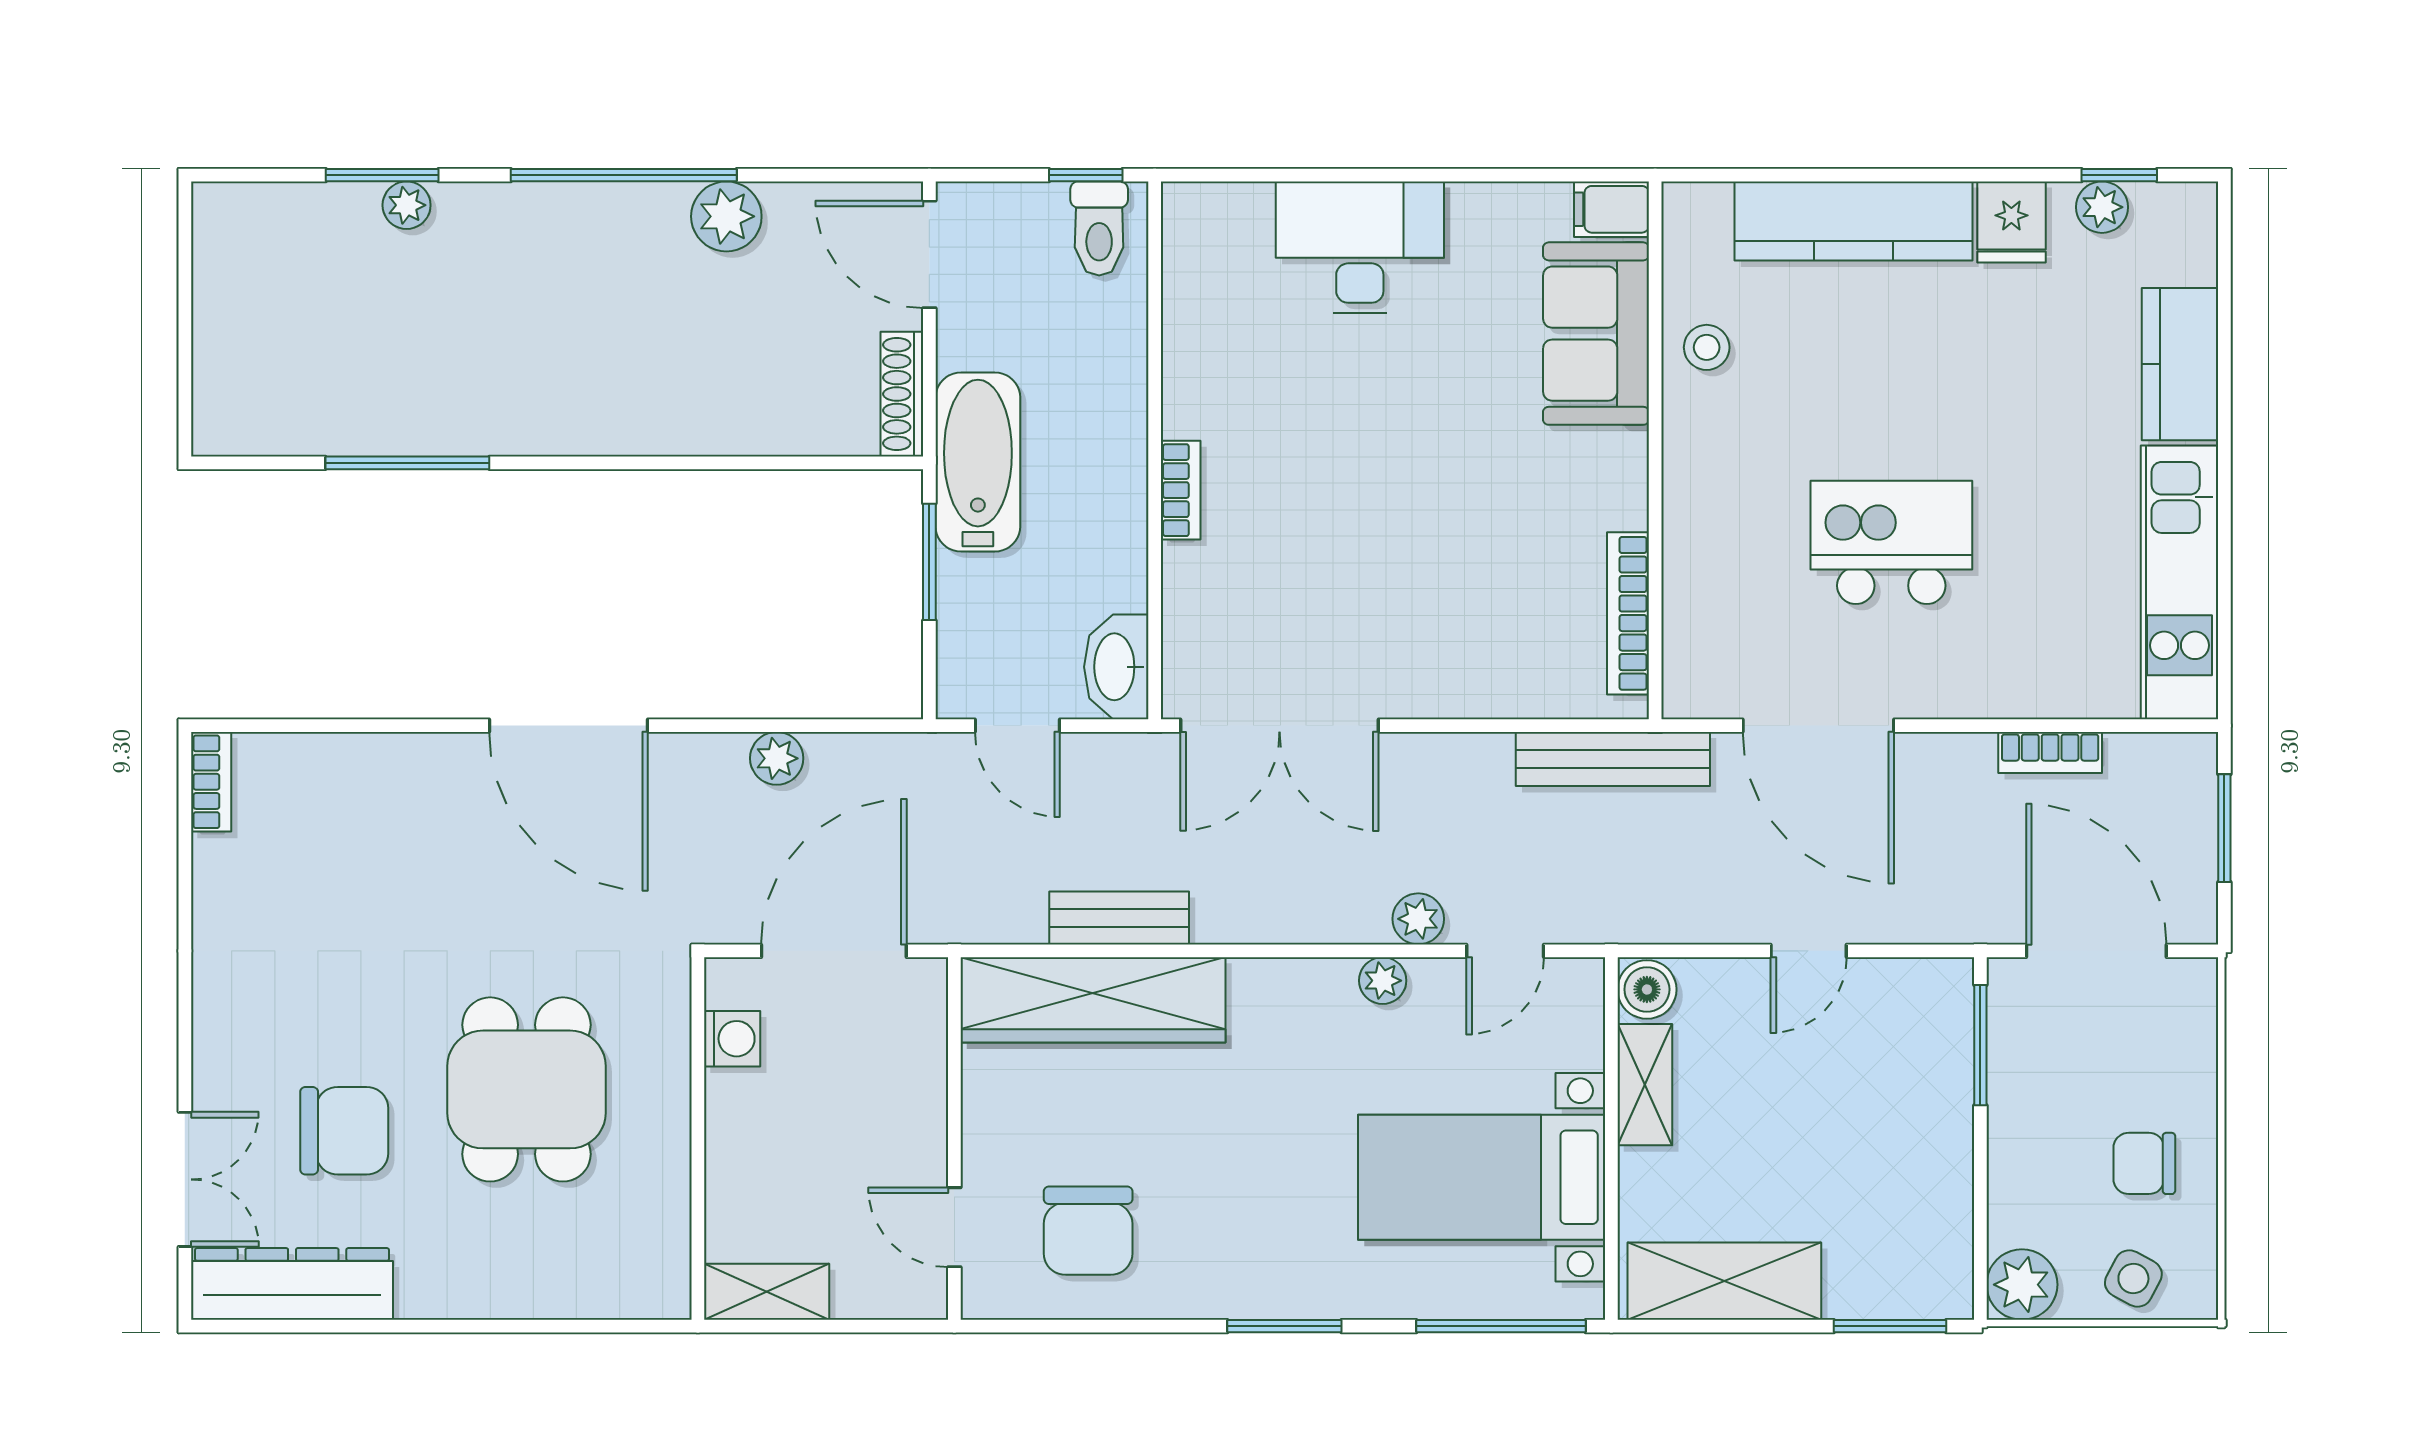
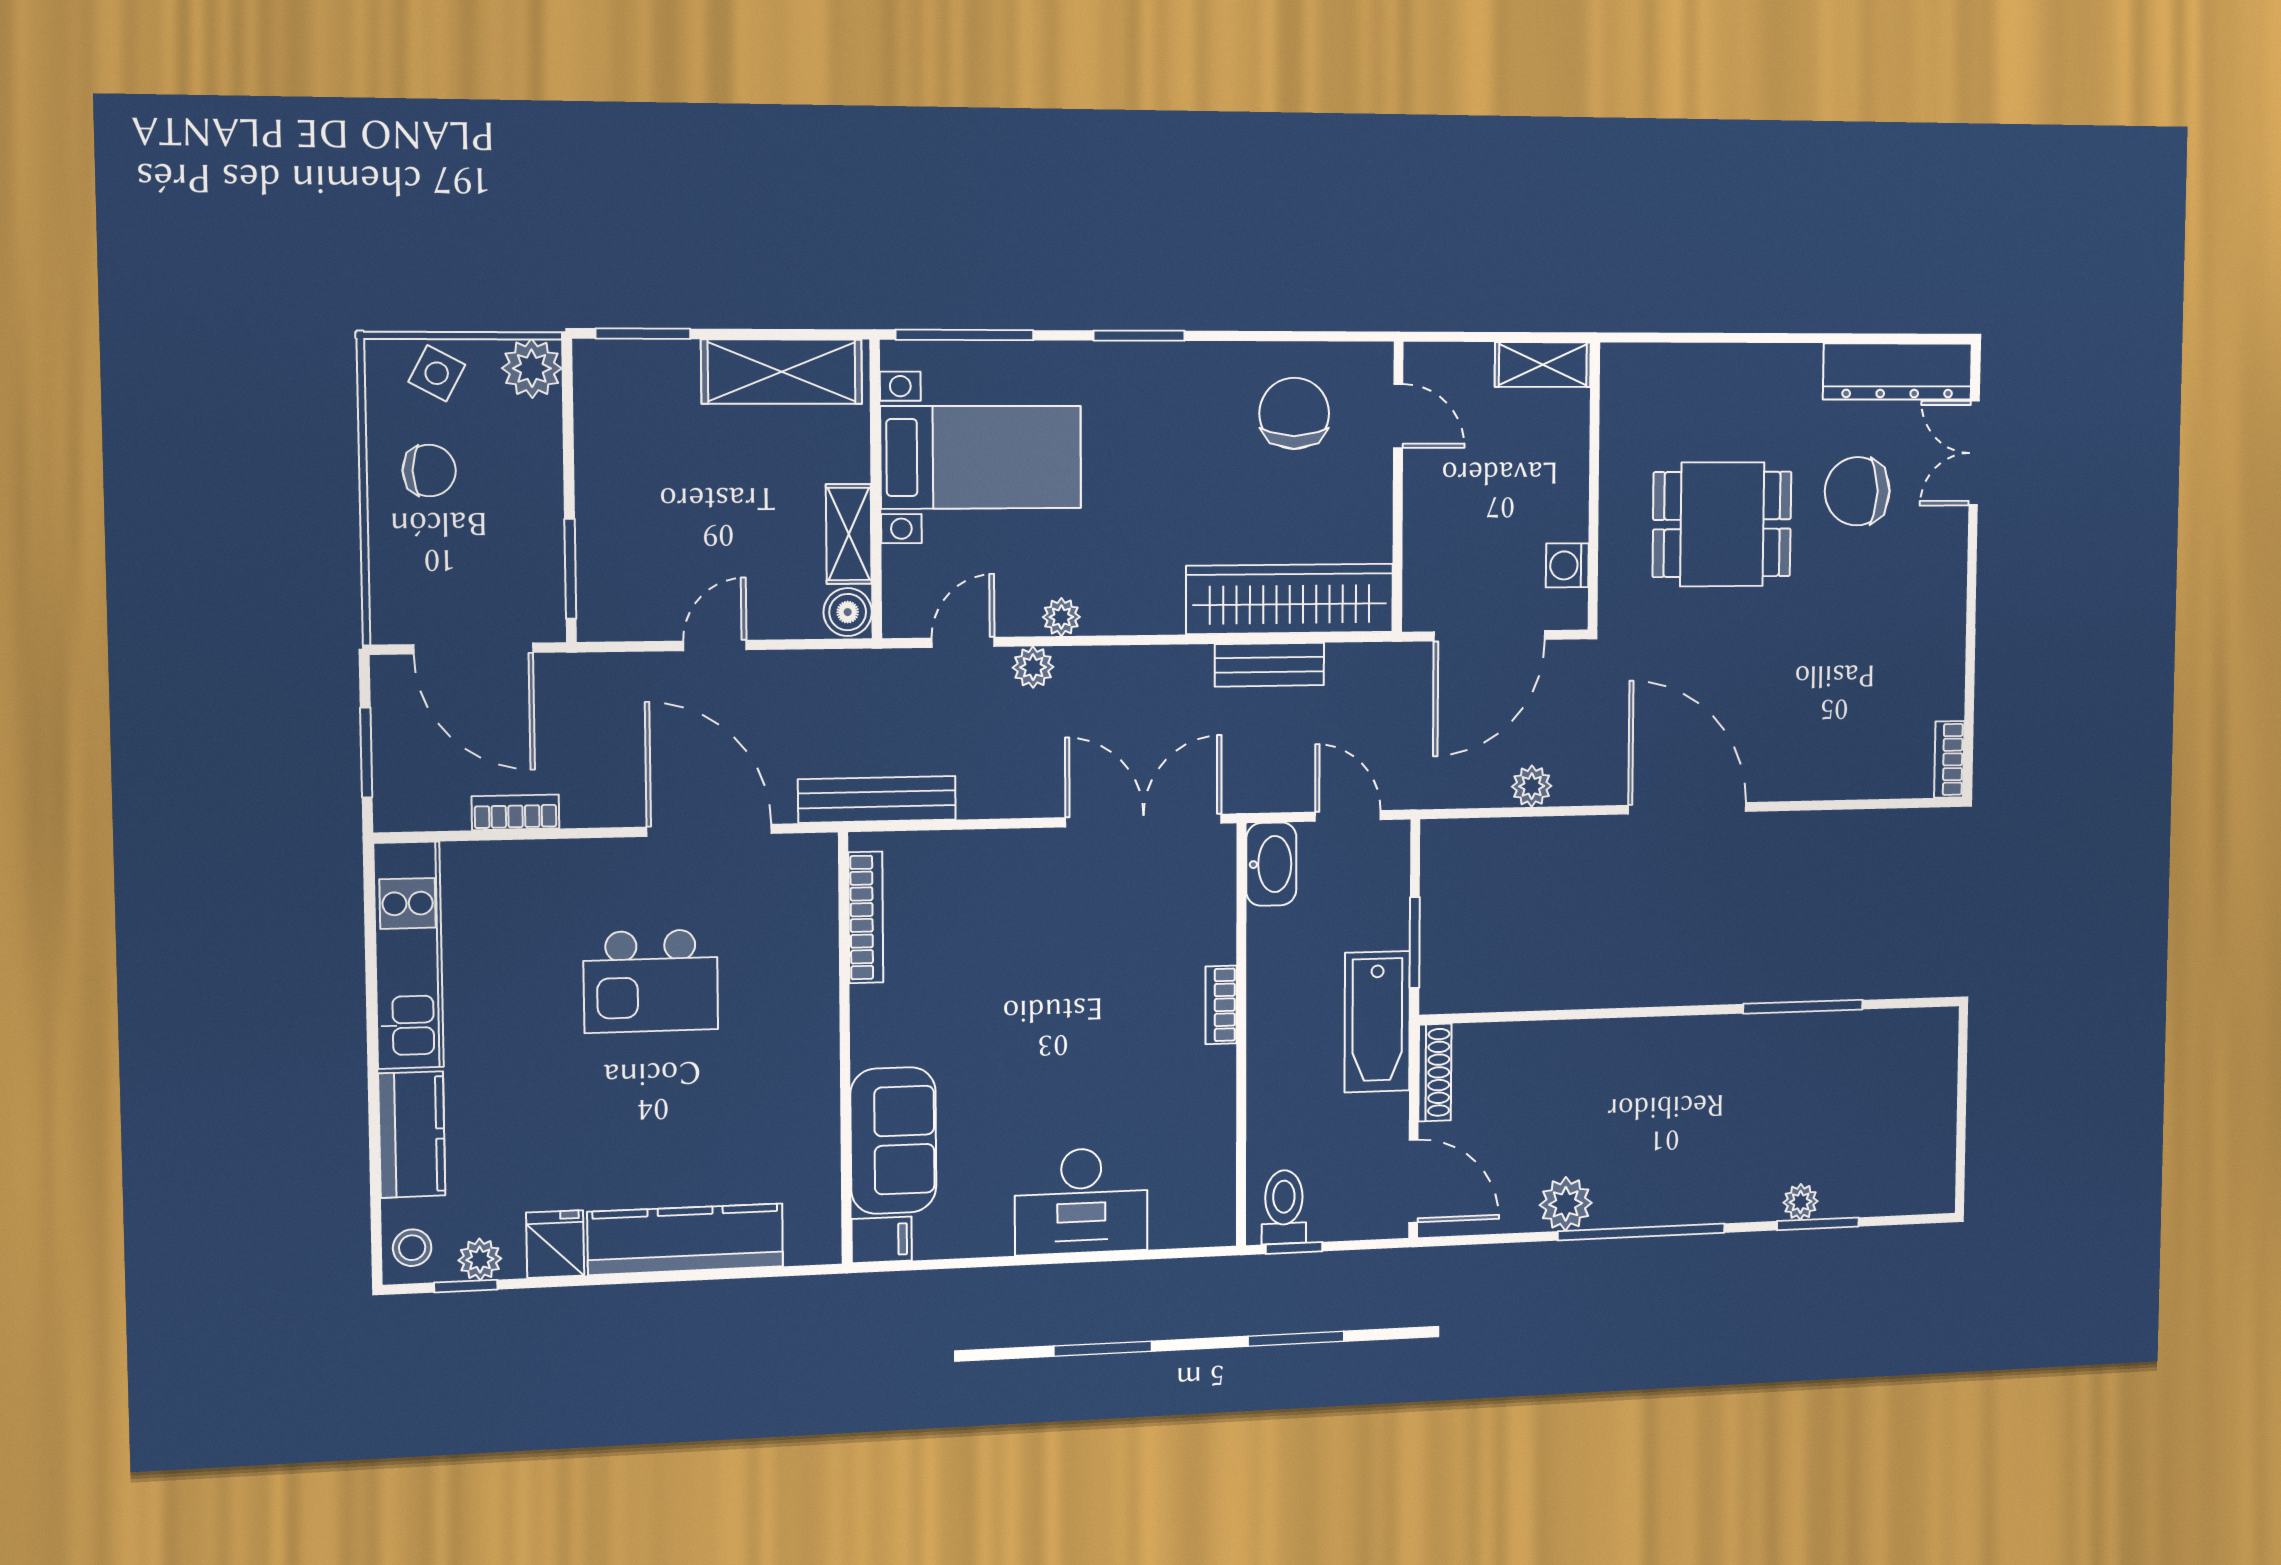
stool: (1707, 347) -> (412, 1248), moved
dining table: (526, 1089) -> (1722, 524), turned 90

